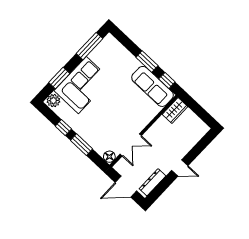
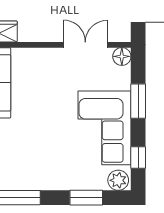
corner sofa: (82, 85) -> (104, 128), moved, turned -90
window: (63, 128) -> (138, 158), moved

